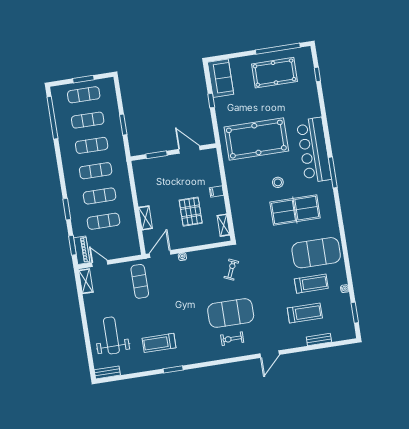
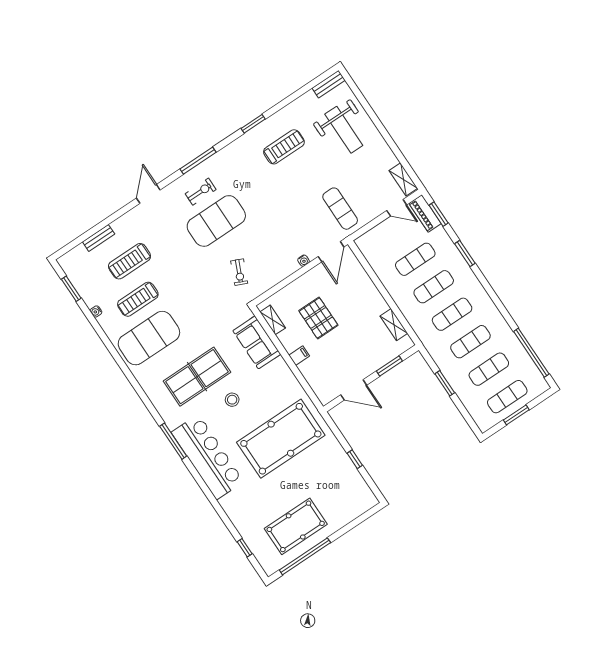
sofa: (221, 78) -> (257, 342), moved
shelving: (145, 218) -> (394, 325), moved
window: (224, 361) -> (198, 161), added

